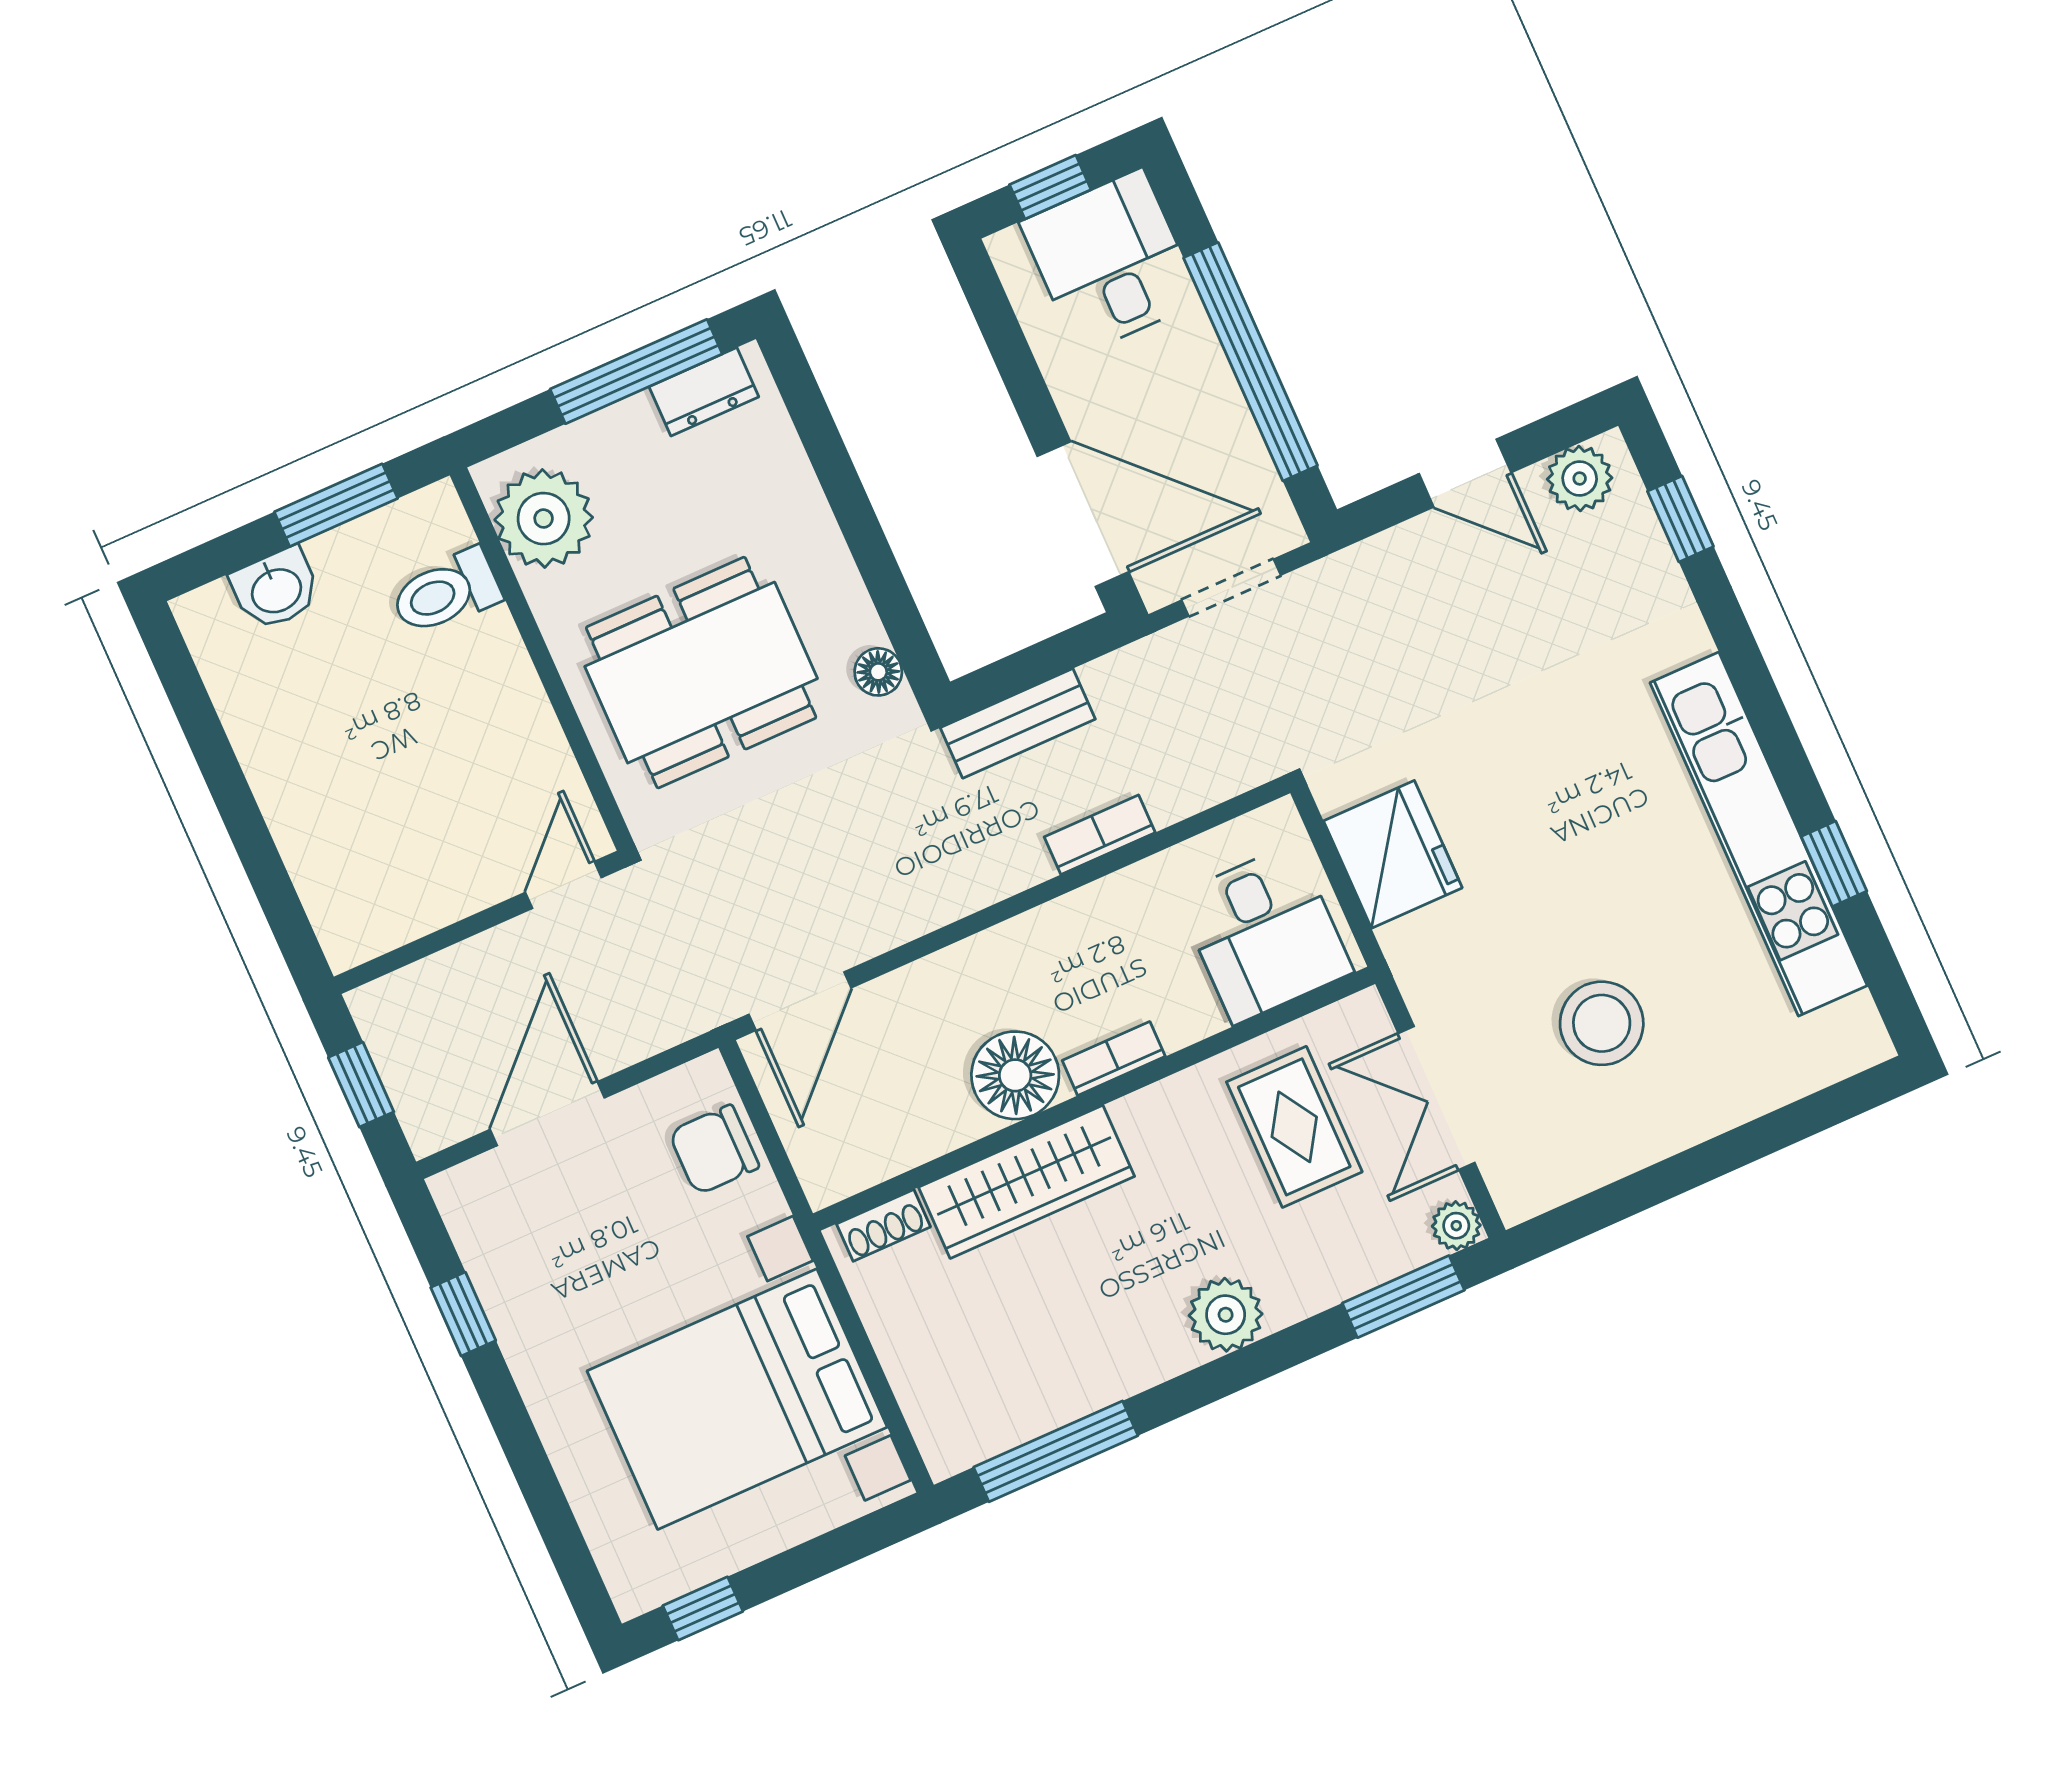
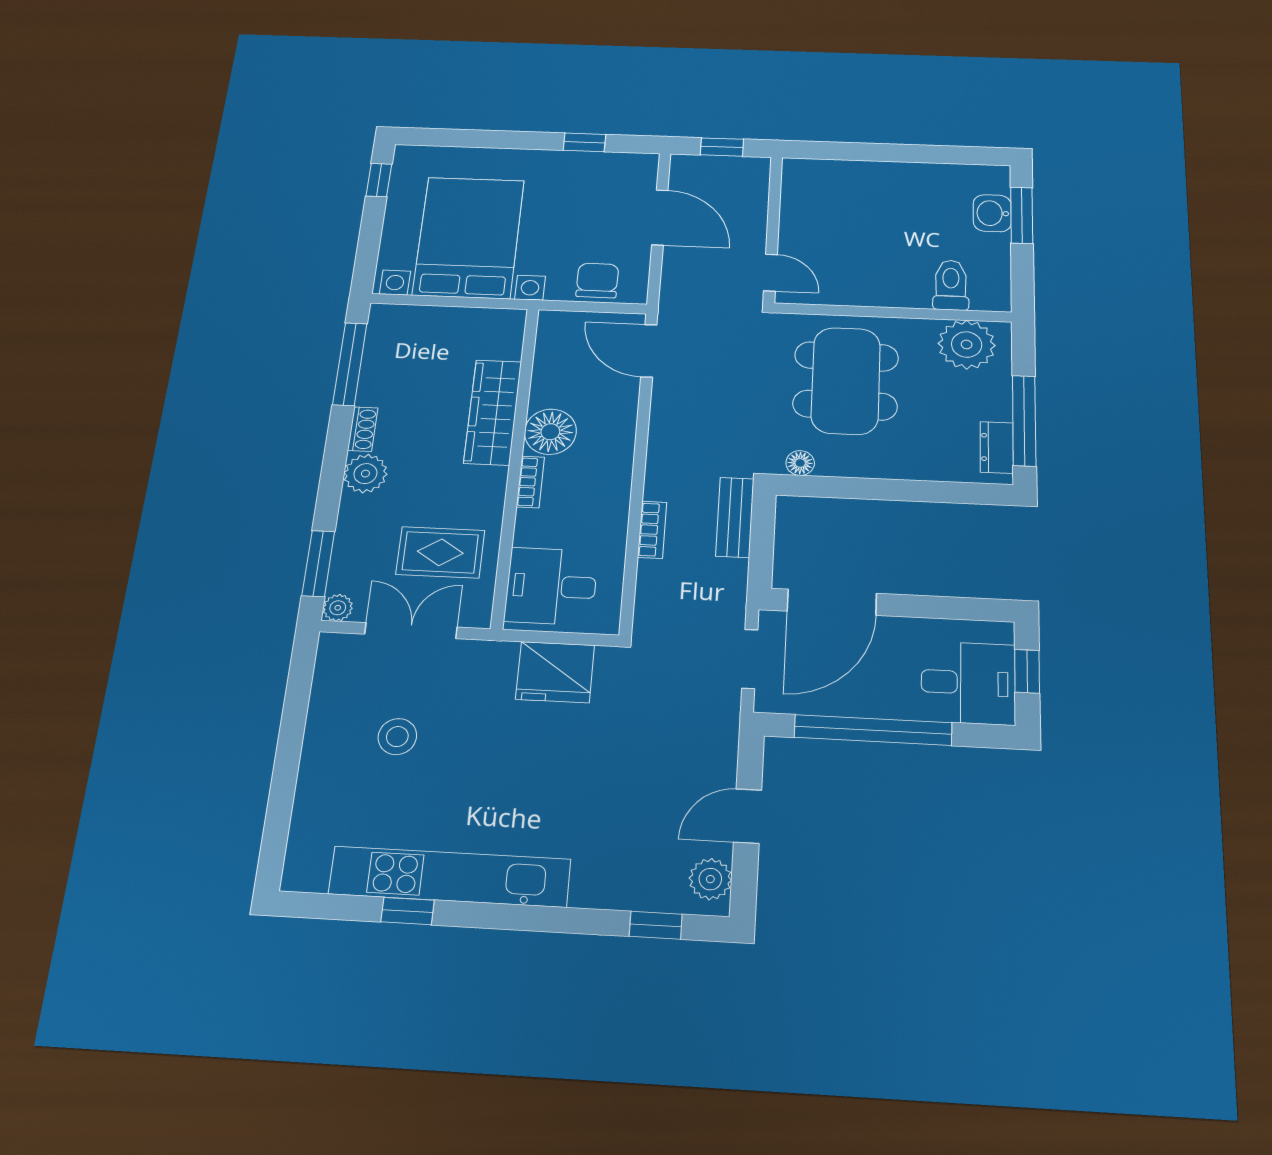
window: (336, 505) -> (1022, 215), moved
stool: (1602, 1023) -> (397, 737), width x0.73, depth x0.73
shoe rack: (883, 1225) -> (363, 429), moved, turned 180

